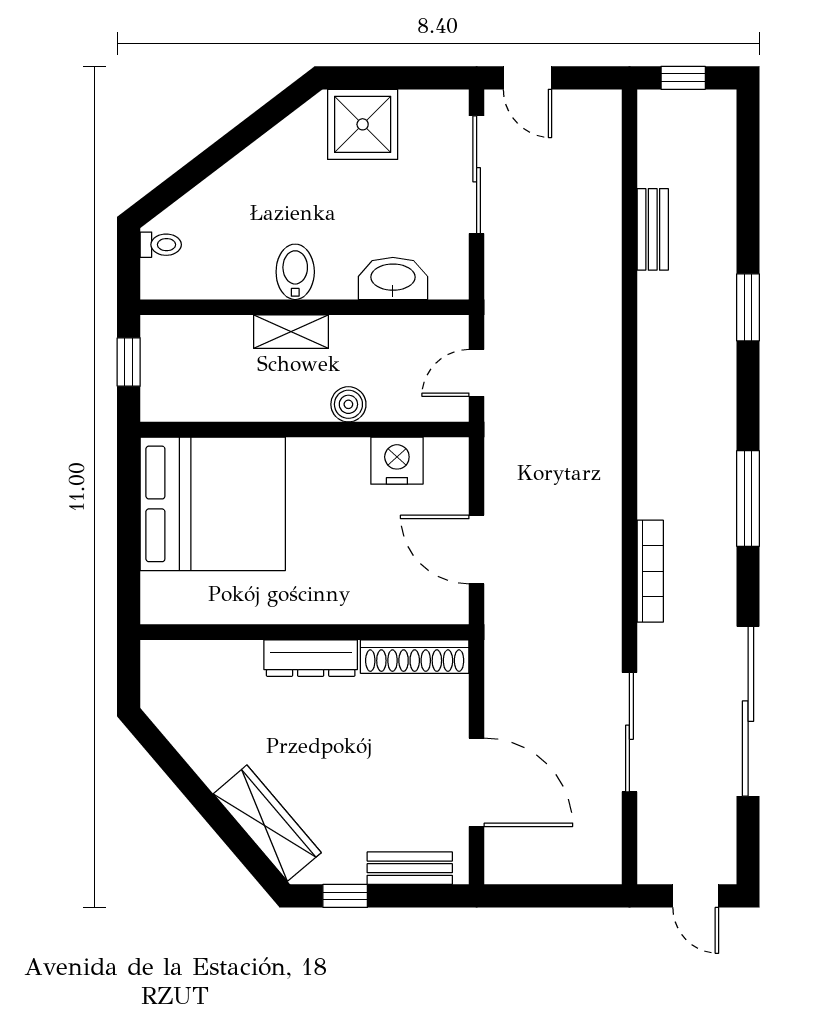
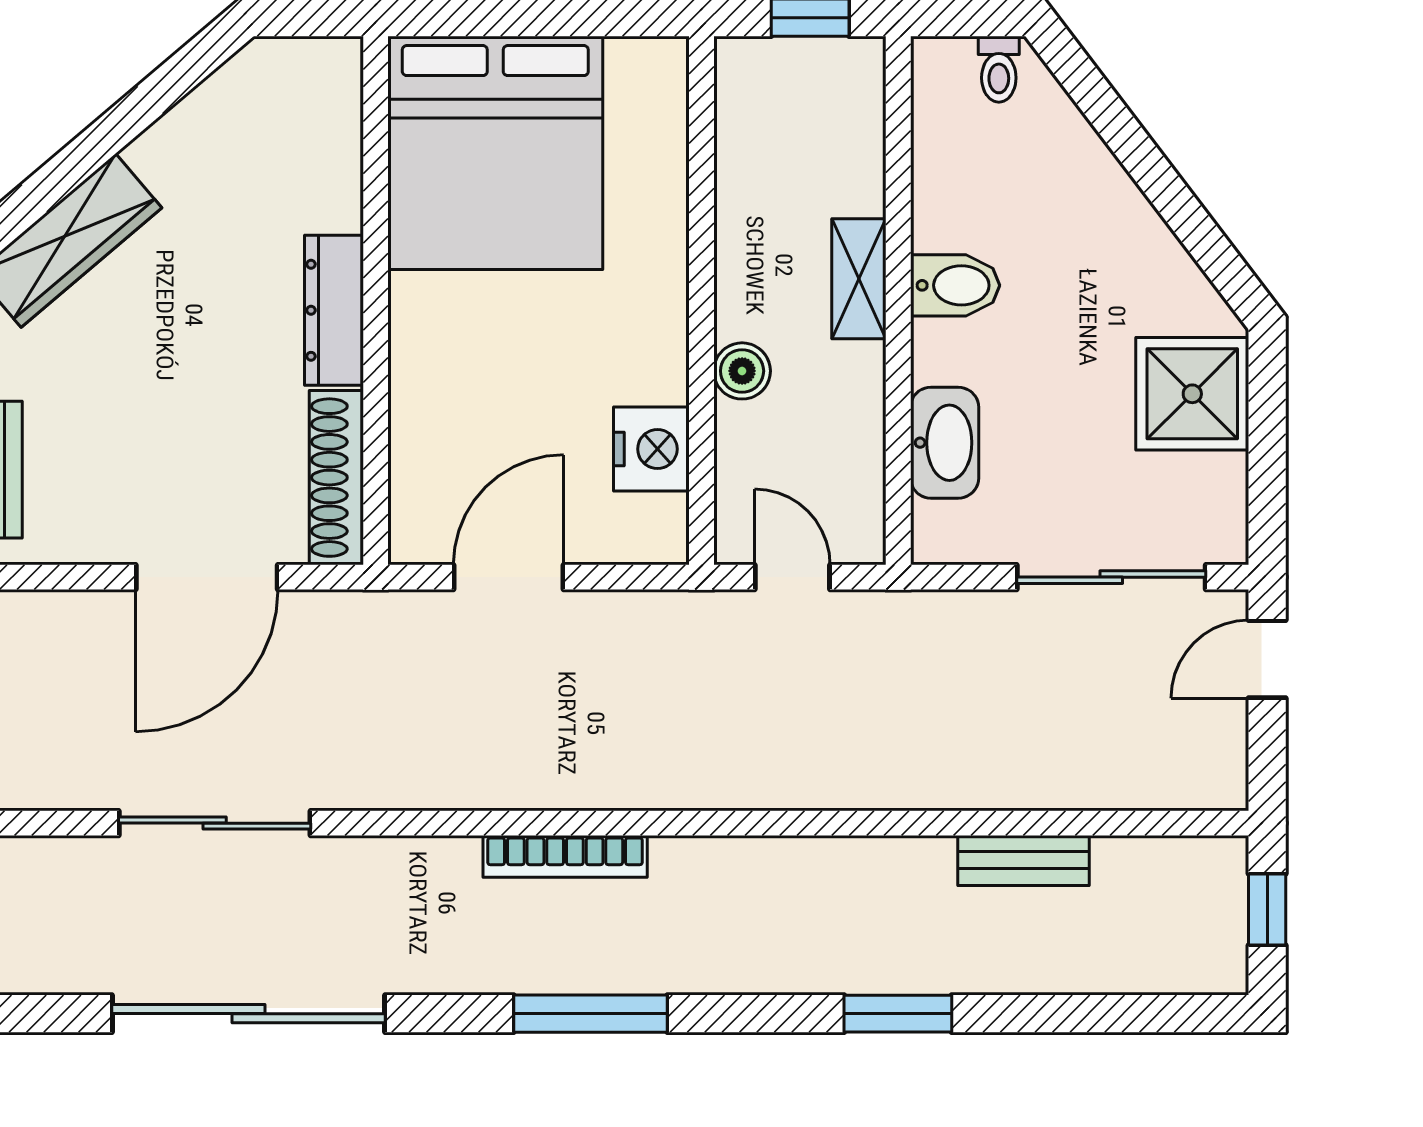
bed: (213, 504) -> (495, 153), moved
bookcase: (650, 571) -> (565, 856), moved
door: (477, 782) -> (207, 577), moved

